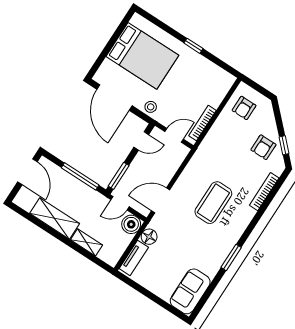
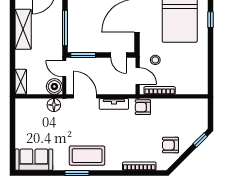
window: (193, 46) -> (210, 20), moved
stool: (151, 107) -> (155, 60), moved
armchair: (244, 108) -> (143, 107), moved
window: (284, 145) -> (200, 140), moved
coffee table: (213, 203) -> (87, 156), moved
shelving: (86, 242) -> (21, 82), moved
tv unit: (134, 258) -> (114, 104), moved

